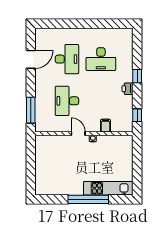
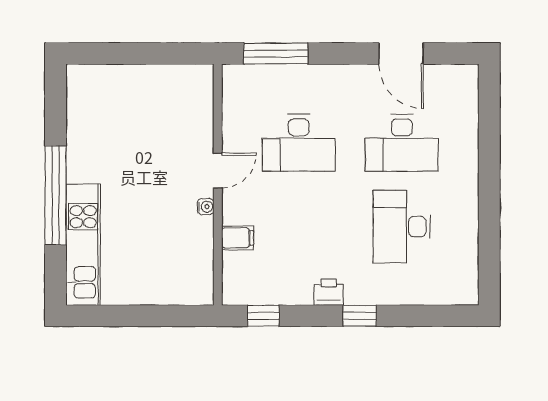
desk: (67, 101) -> (299, 143), turned 180

